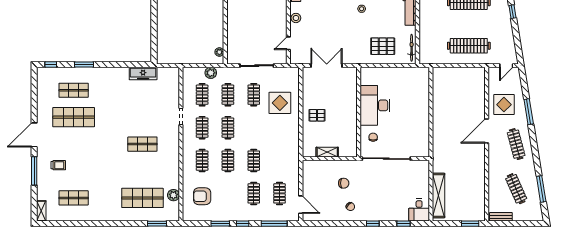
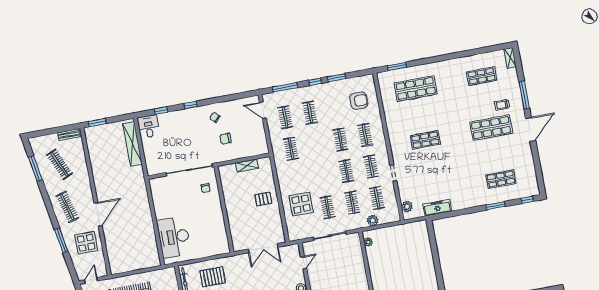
desk: (375, 105) -> (174, 237), moved, turned 180
shop shelf: (74, 117) -> (491, 128), moved
clothes rail: (254, 161) -> (291, 149), moved
plant: (173, 195) -> (407, 207), moved

